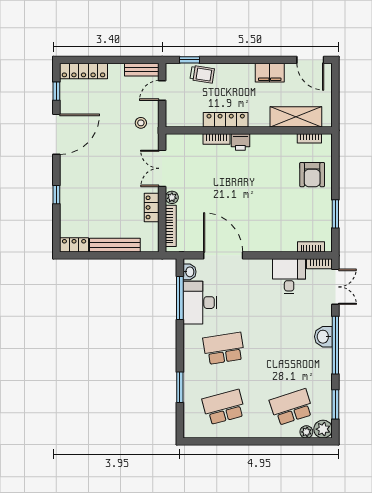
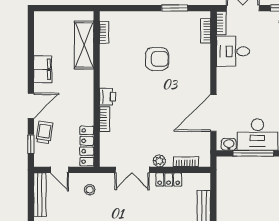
door: (310, 60) -> (31, 106), moved
bench: (142, 70) -> (40, 195), width x1.36
locker: (226, 120) -> (87, 146), moved
armchair: (312, 175) -> (157, 59), moved
bookcase: (171, 226) -> (186, 162), width x0.64

